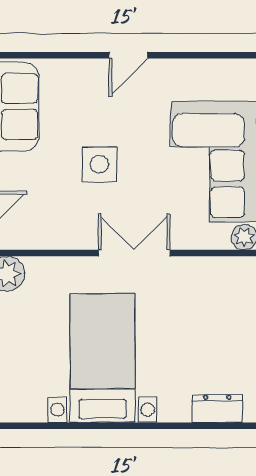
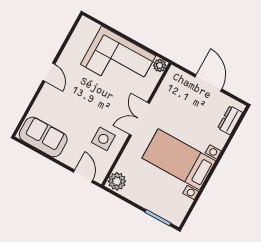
side table: (99, 164) -> (103, 139), moved

